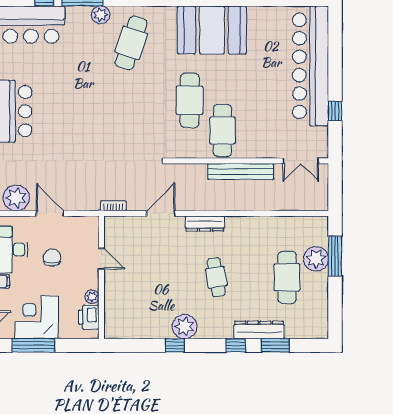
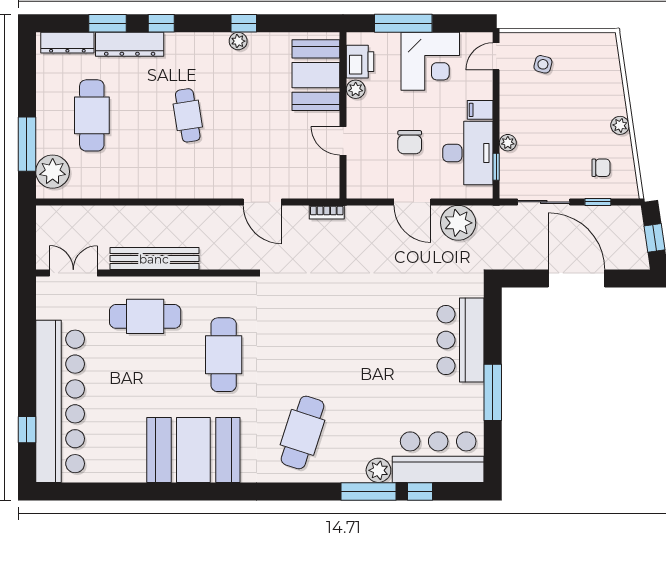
plant: (101, 15) -> (378, 470), moved
window: (335, 111) -> (27, 430), moved
cafe table: (222, 130) -> (145, 316), moved, turned 90
door: (161, 213) -> (262, 202), hinge flipped
dresser: (205, 223) -> (67, 43), moved, turned 180
plant: (316, 259) -> (53, 172), moved
booth: (121, 307) -> (316, 75), added
plant: (185, 327) -> (238, 41), width x0.53, depth x0.53
window: (34, 345) -> (403, 23), moved

